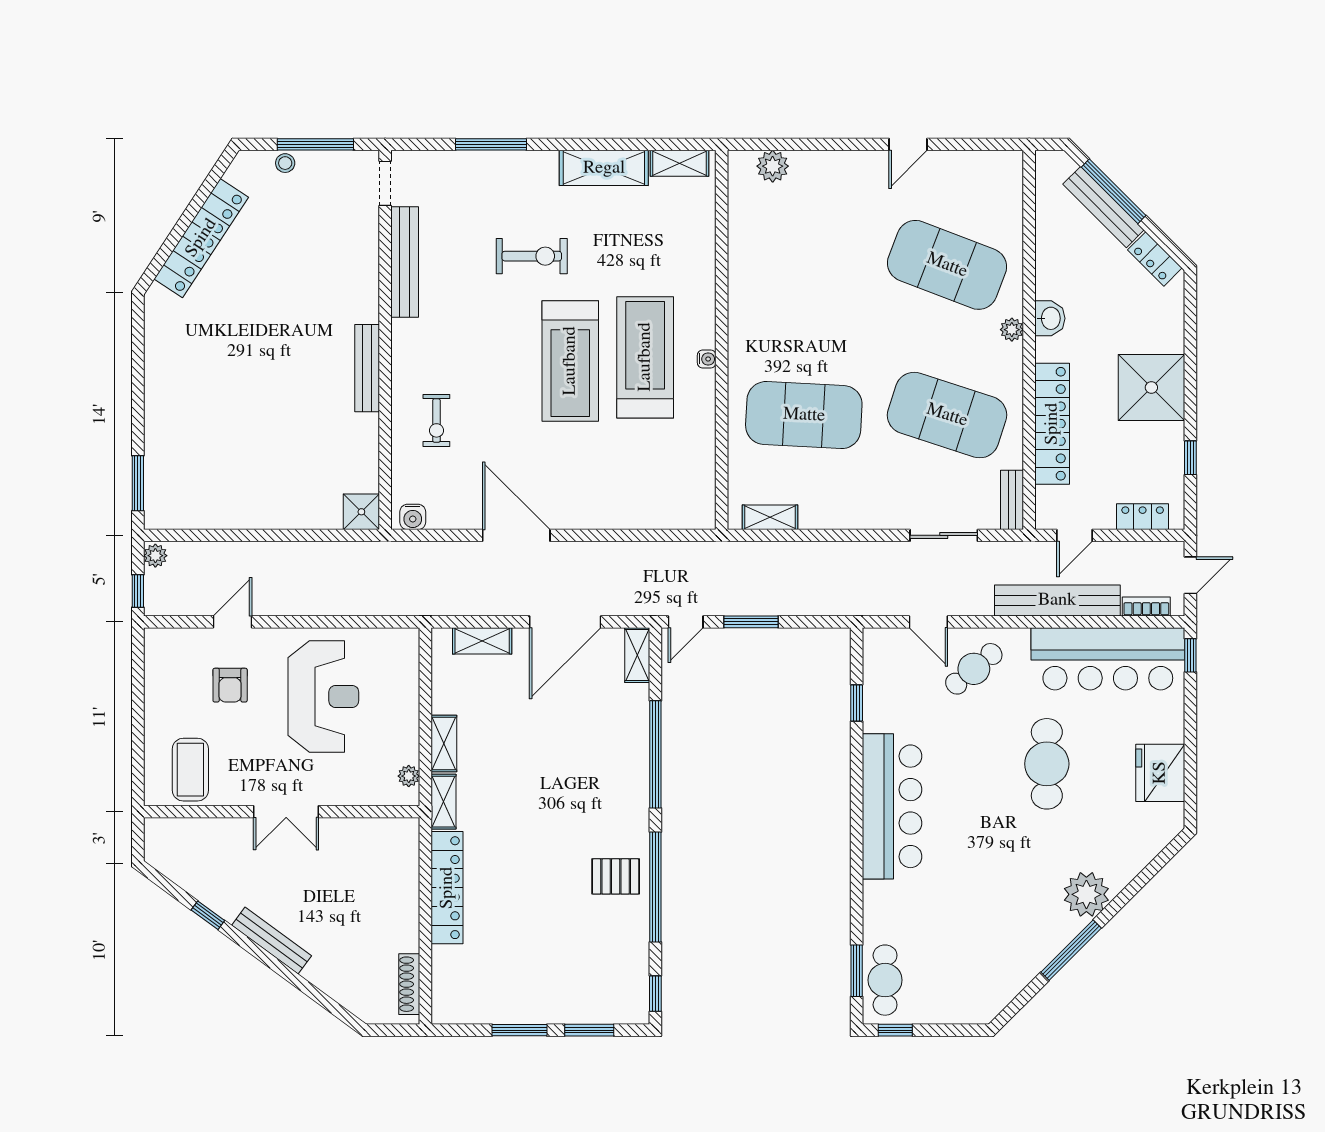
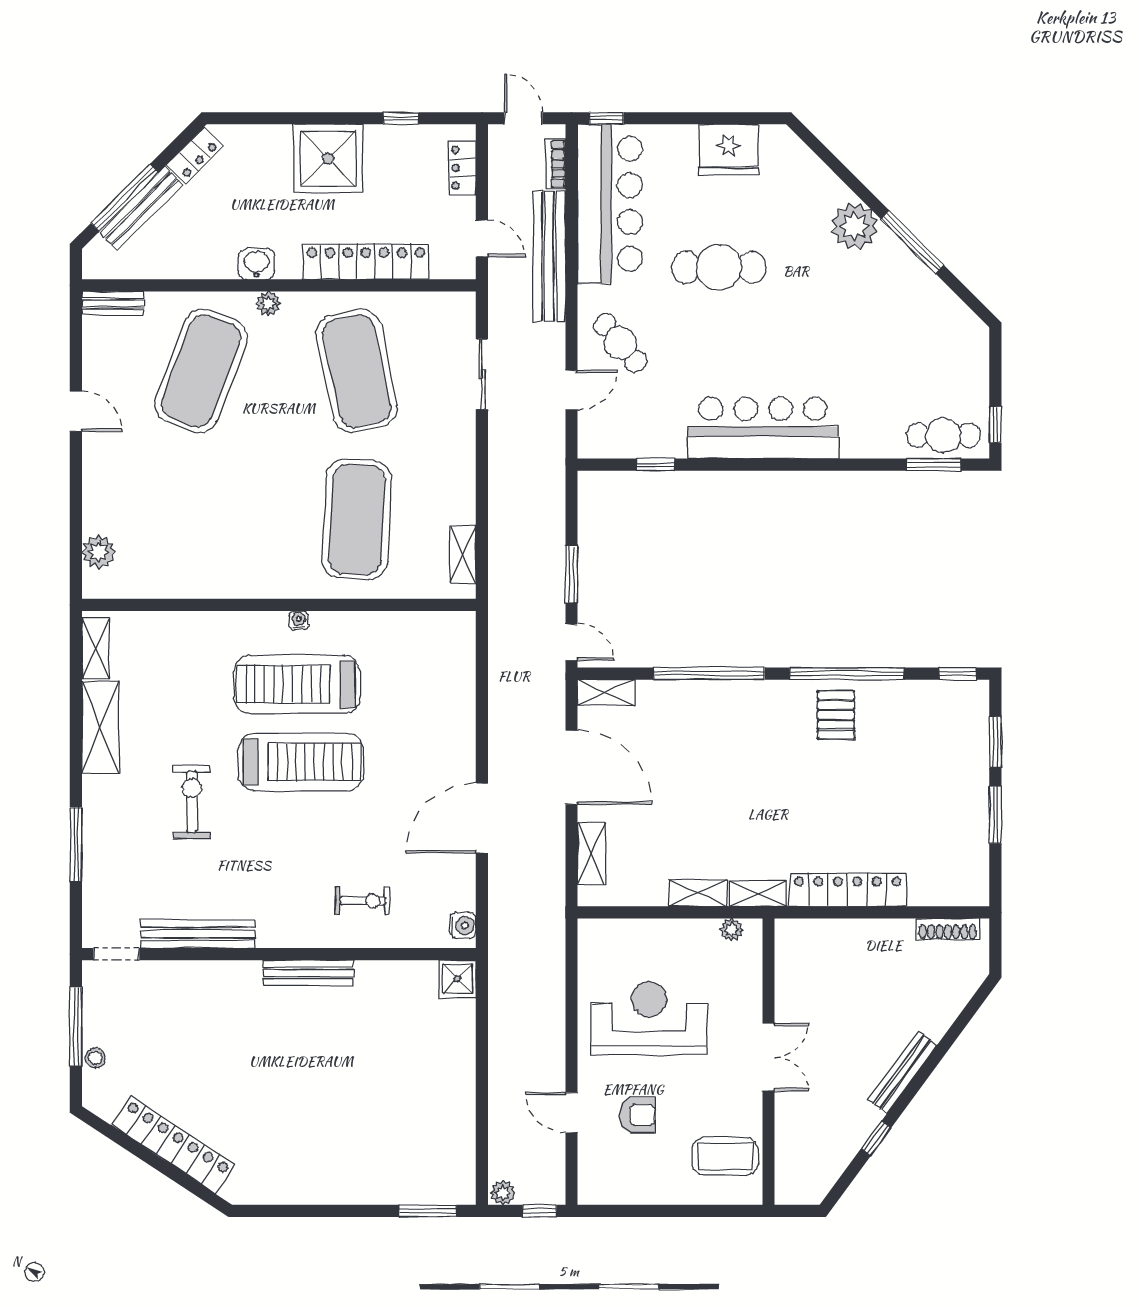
exercise mat: (947, 415) -> (357, 371), turned -30
bench: (1012, 500) -> (113, 303), moved

